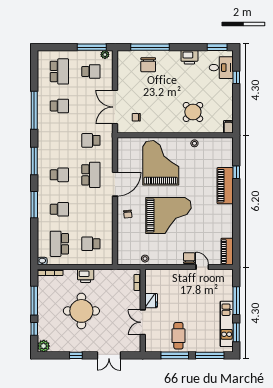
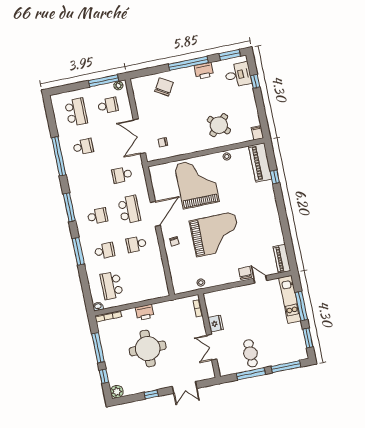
window: (150, 47) -> (188, 63), moved
chair: (148, 65) -> (164, 87), turned -149
piano: (225, 186) -> (260, 162), moved
school desk: (91, 244) -> (136, 244), moved
kitchen unit: (227, 324) -> (290, 299), moved

